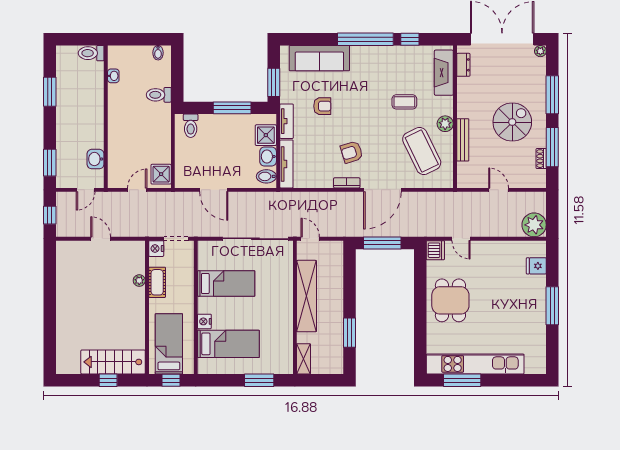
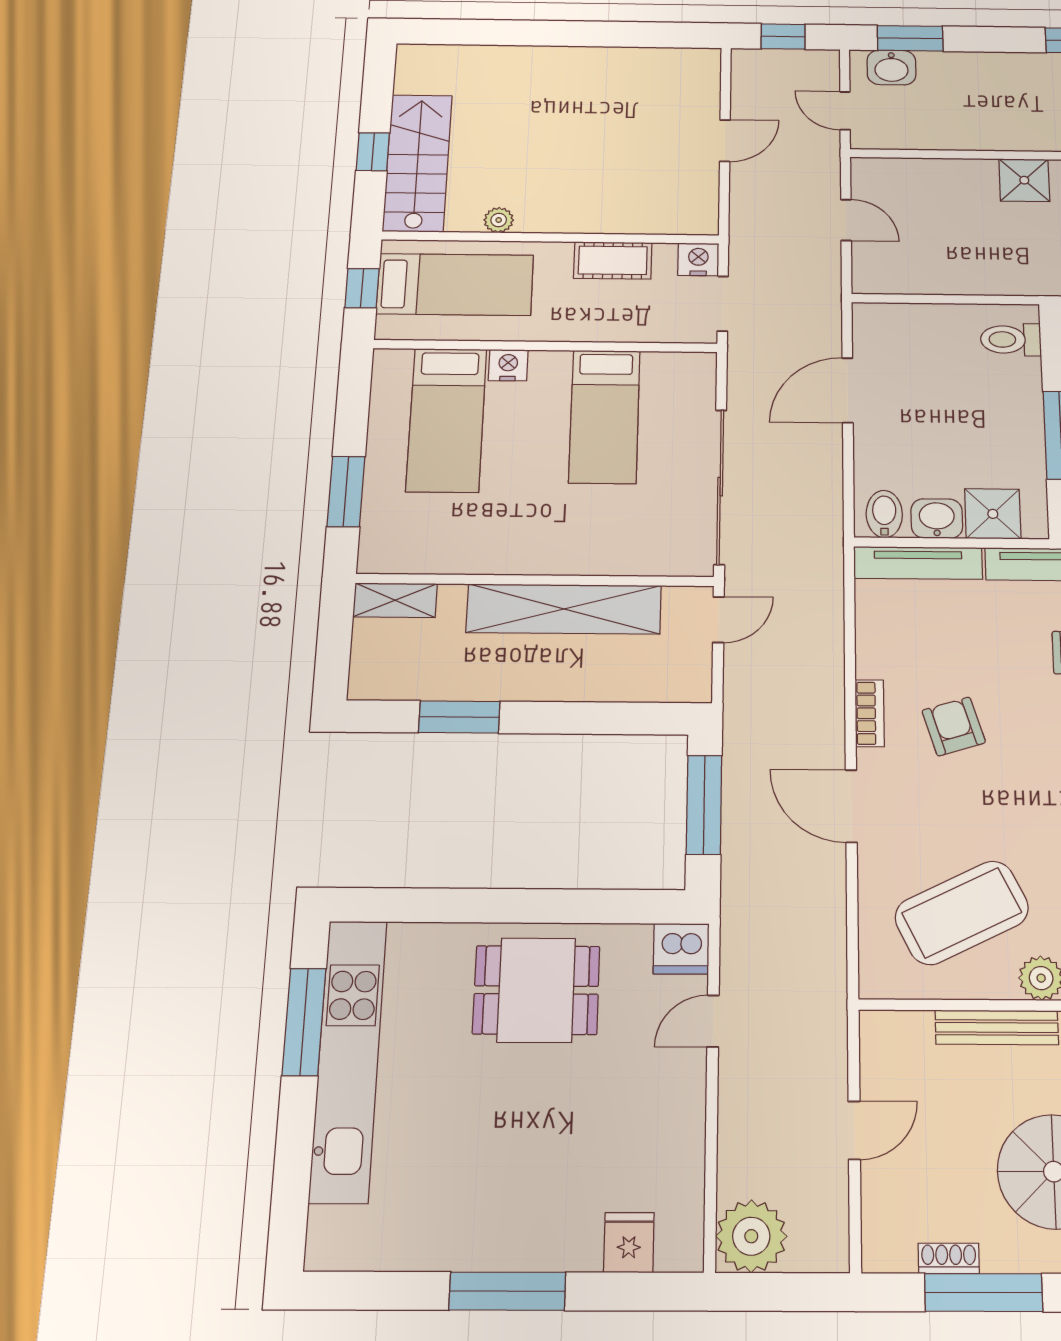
washbasin: (96, 159) -> (891, 67), moved, turned 180
shower: (161, 174) -> (1024, 180), moved
door: (382, 190) -> (851, 806), width x0.73
plant: (139, 281) -> (499, 220), moved

